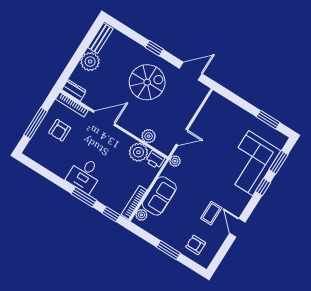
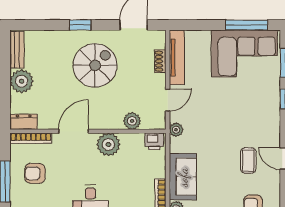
shoe rack: (194, 107) -> (160, 61), added
tv unit: (206, 112) -> (177, 57), added
window: (268, 120) -> (247, 25), width x1.44
armchair: (60, 130) -> (35, 173), turned 90
plant: (138, 152) -> (108, 144), moved
corner sofa: (251, 163) -> (244, 54), moved, turned -90

